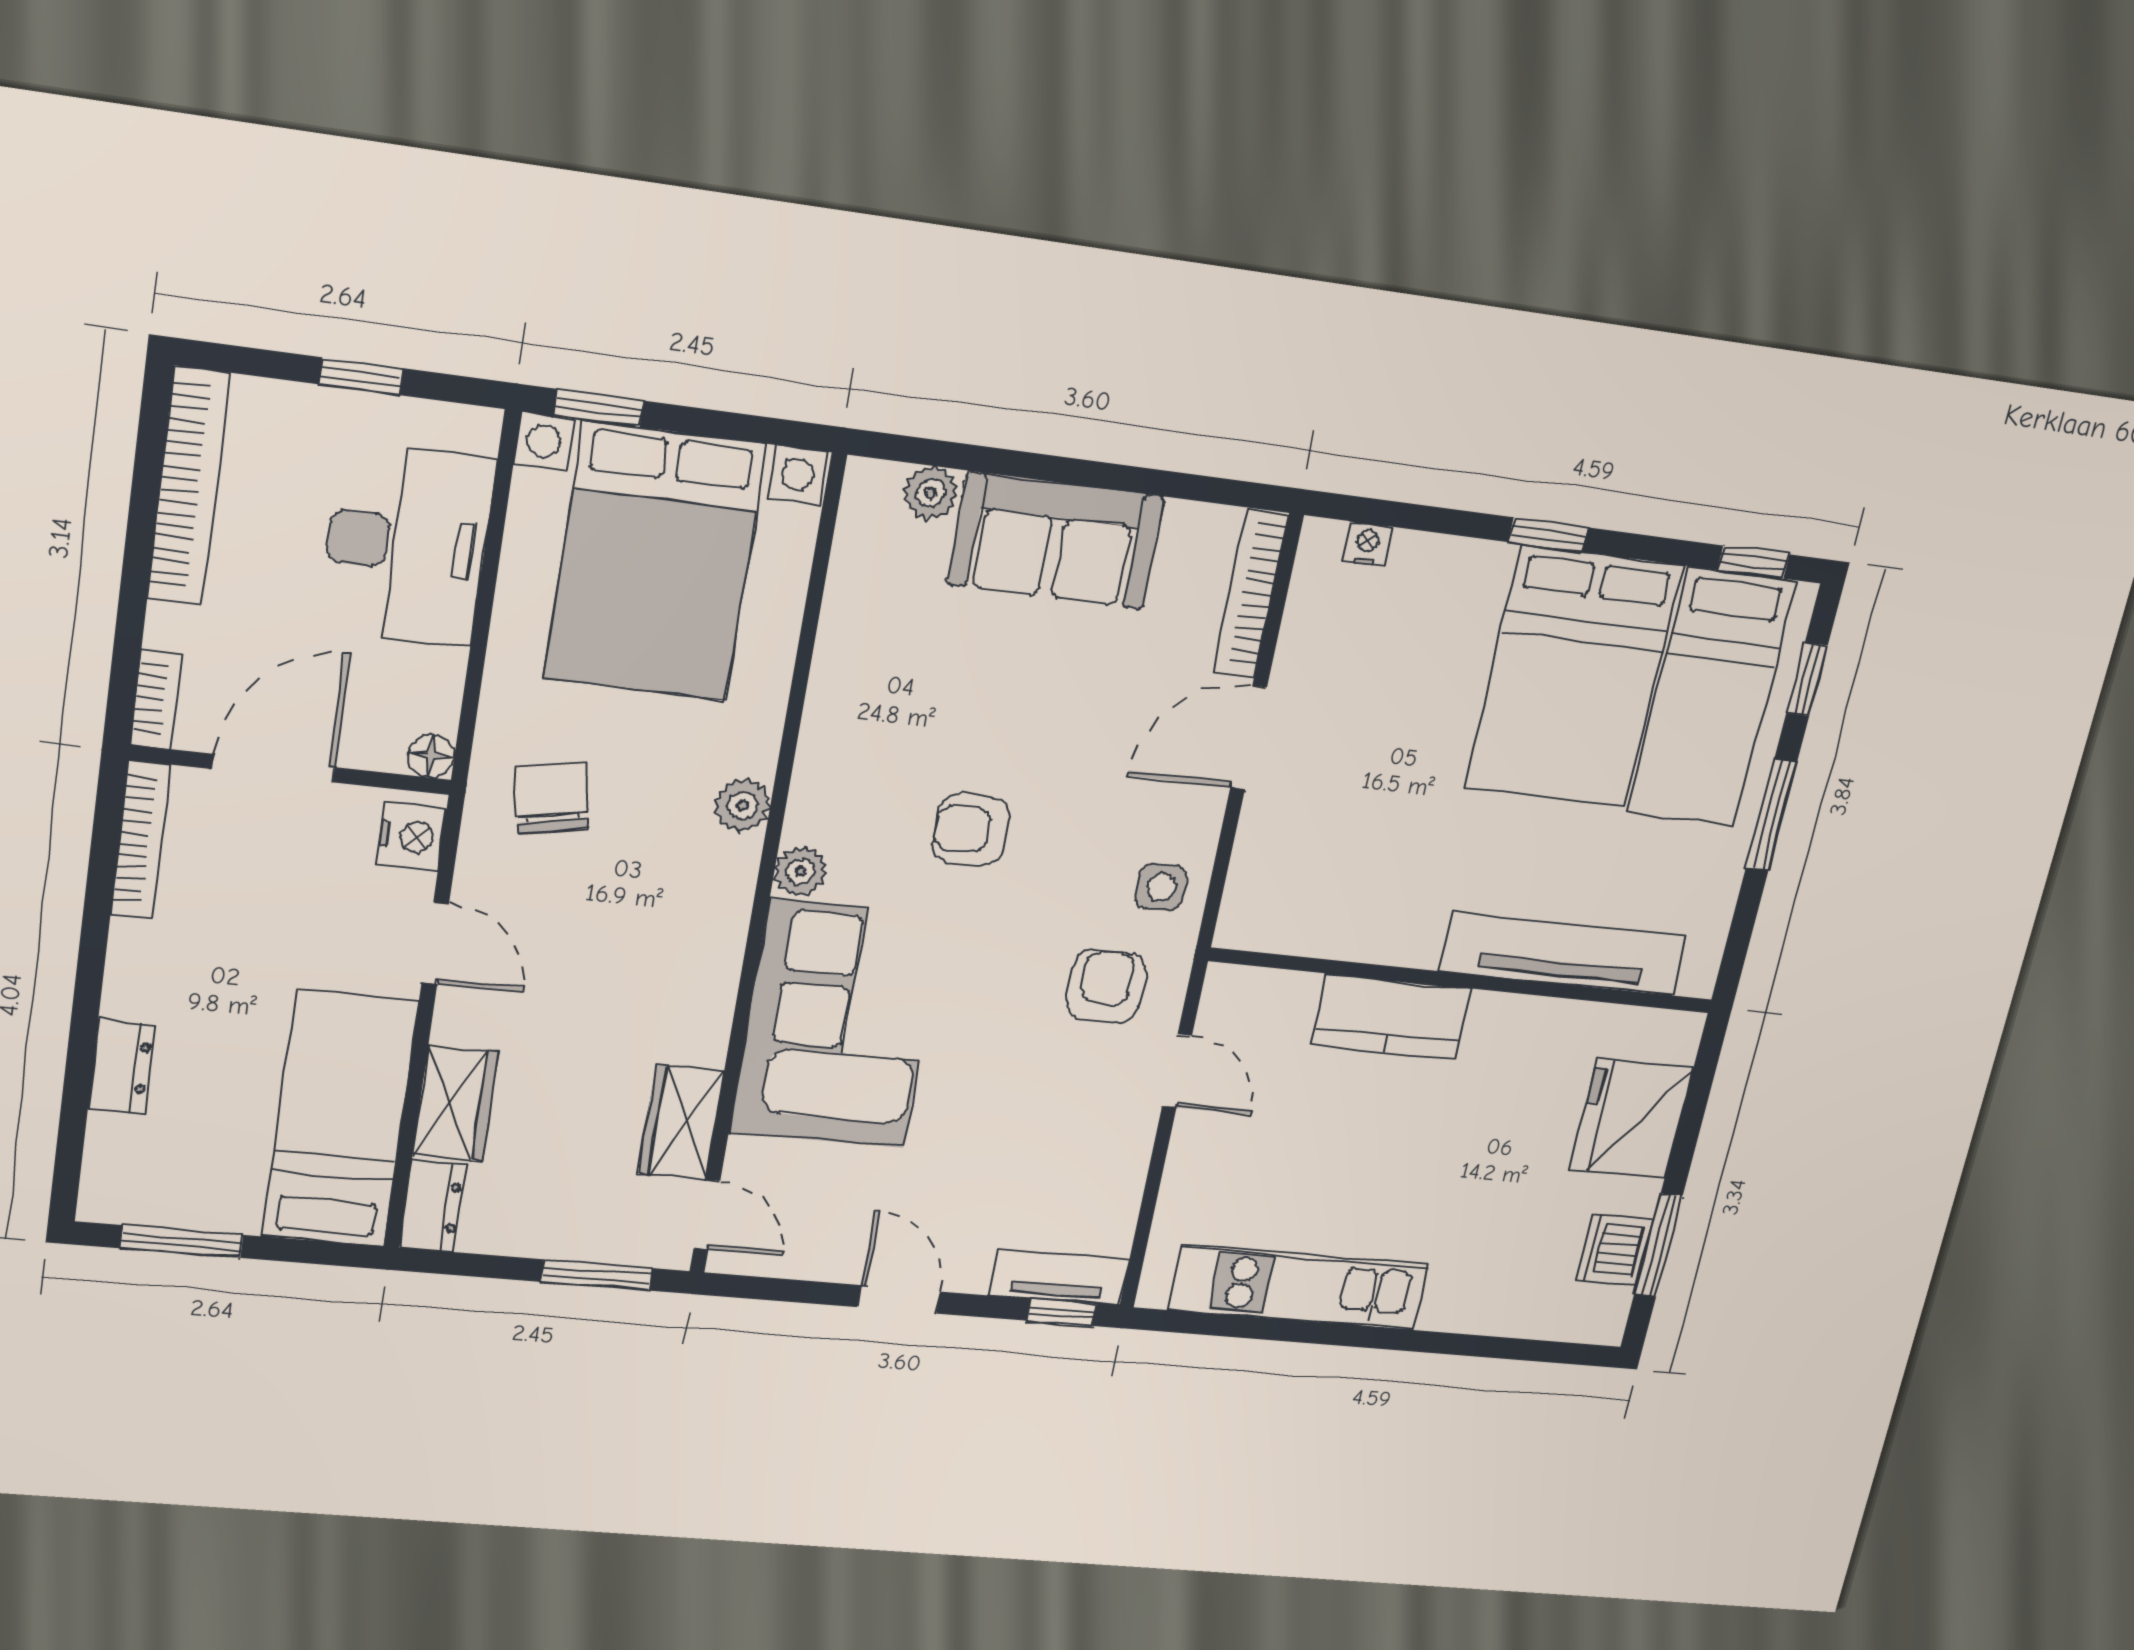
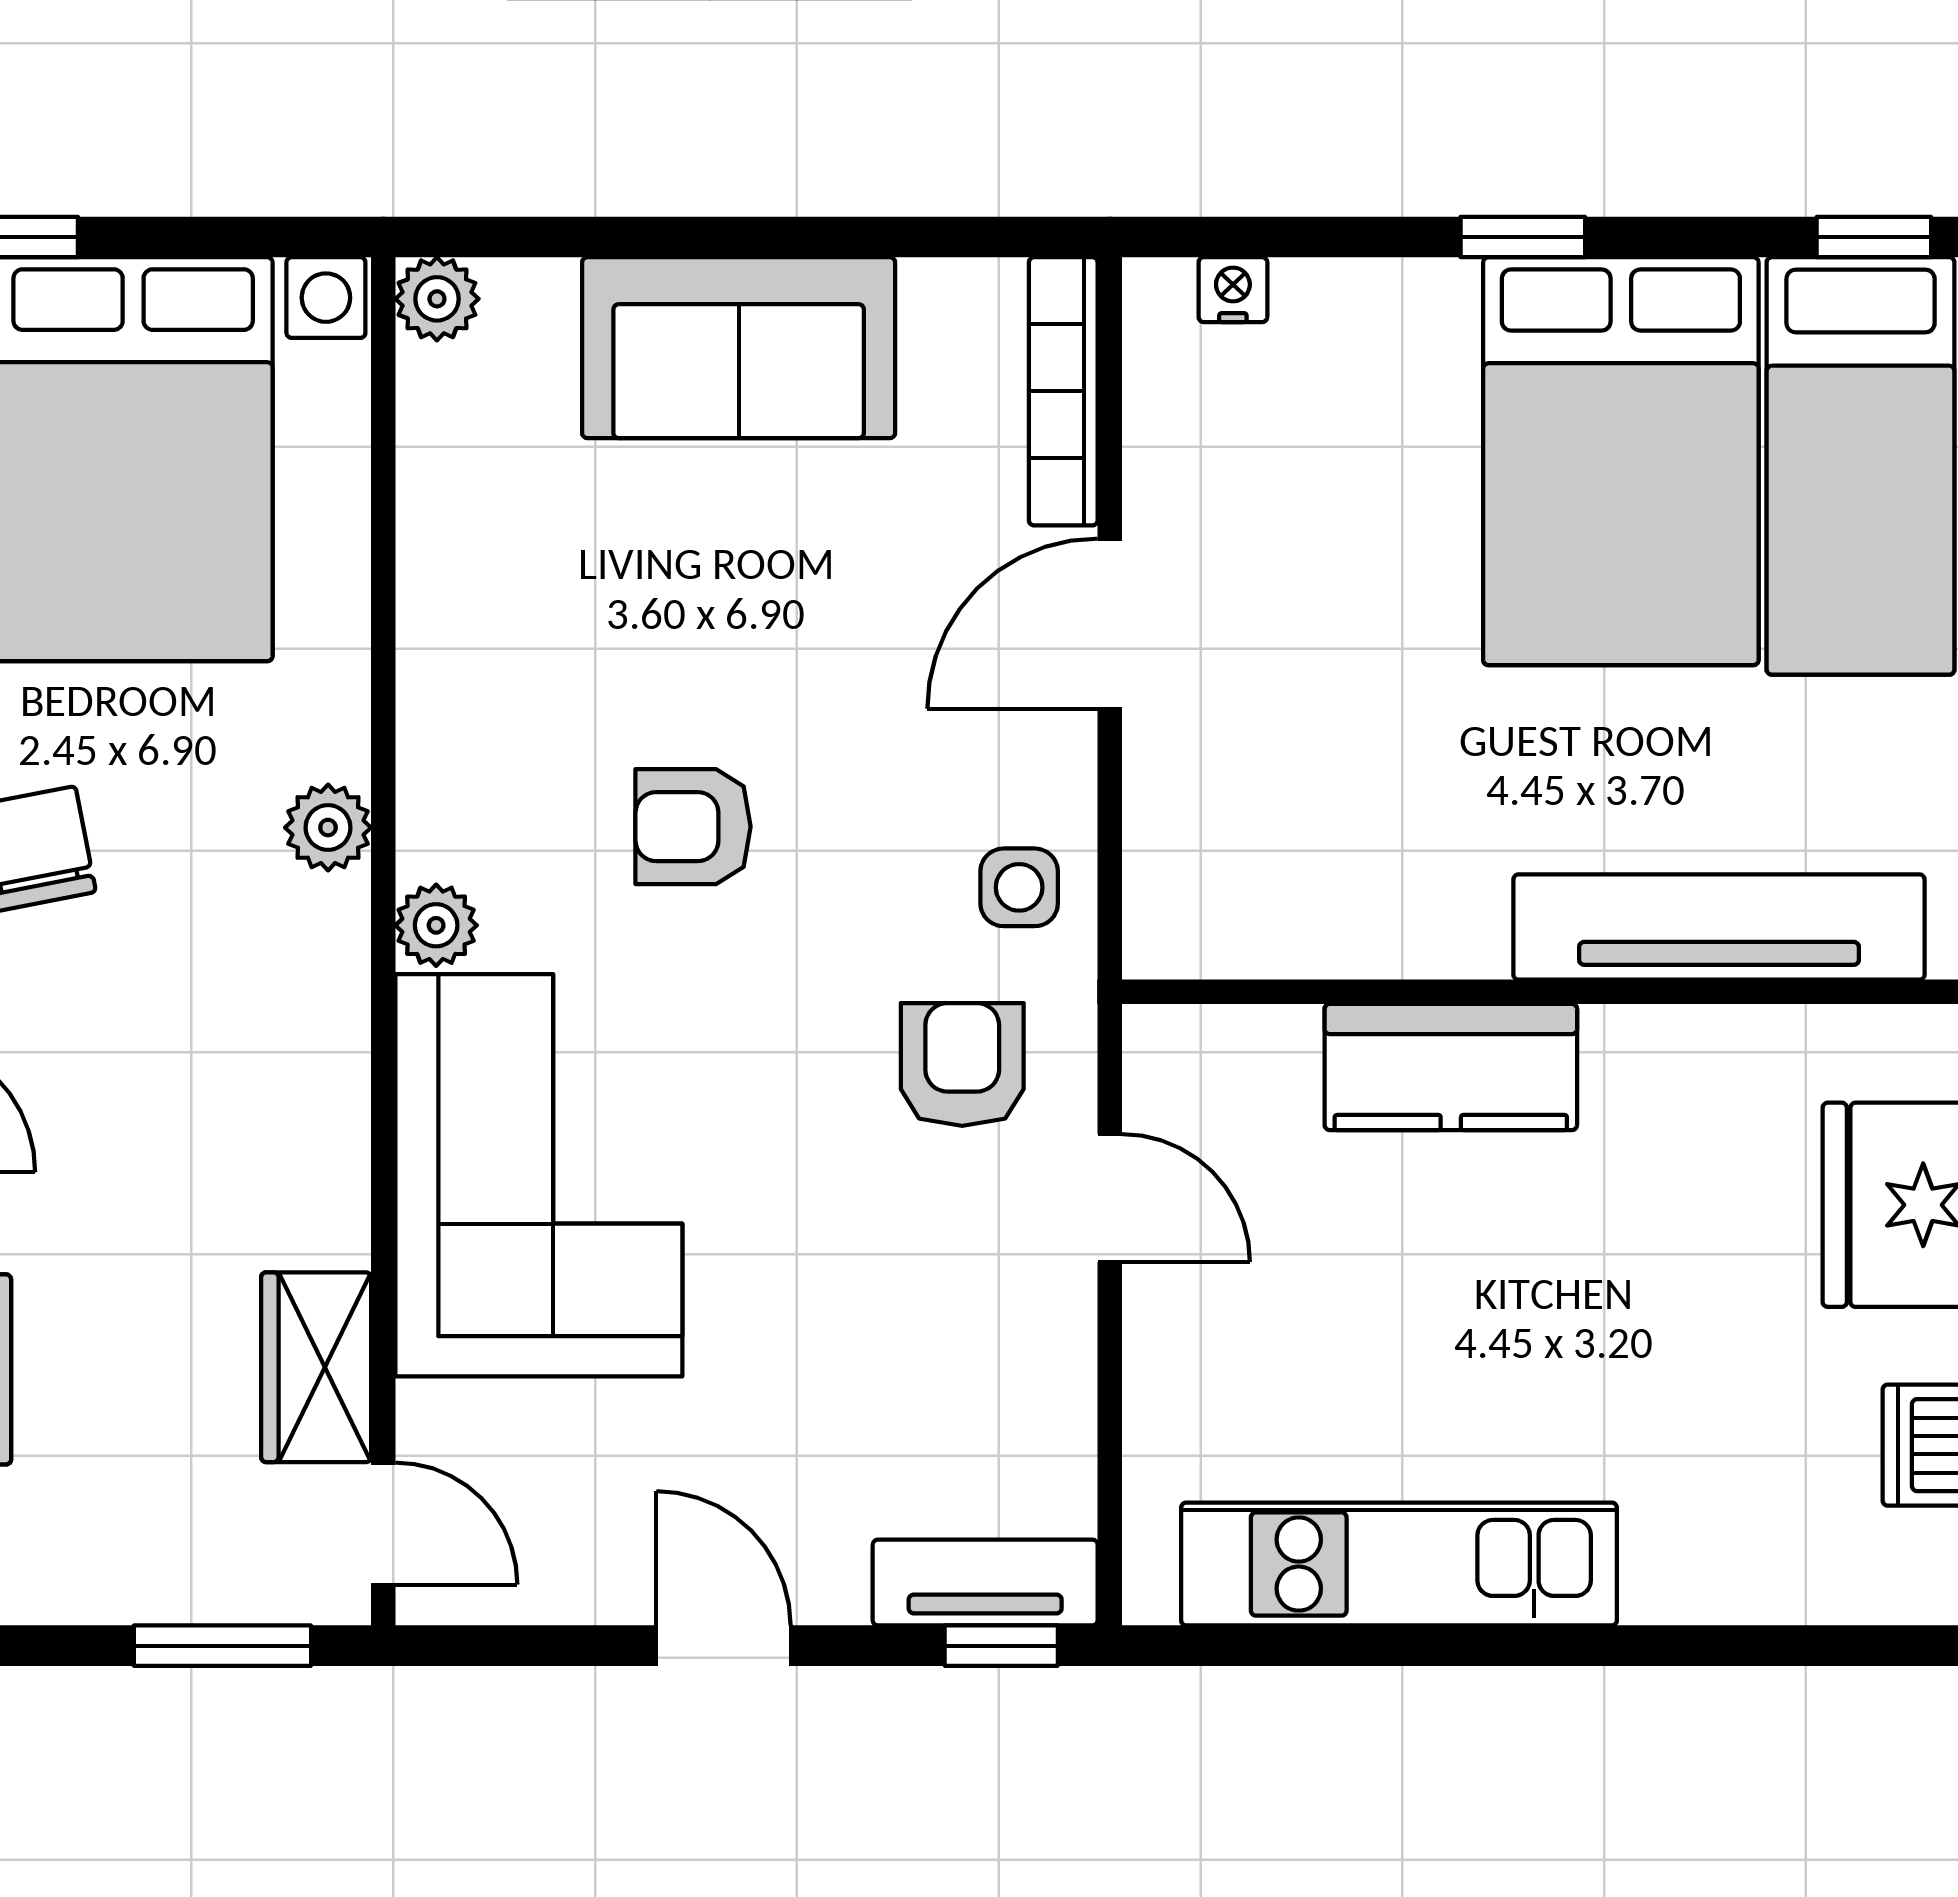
plant: (931, 493) -> (437, 299), moved

